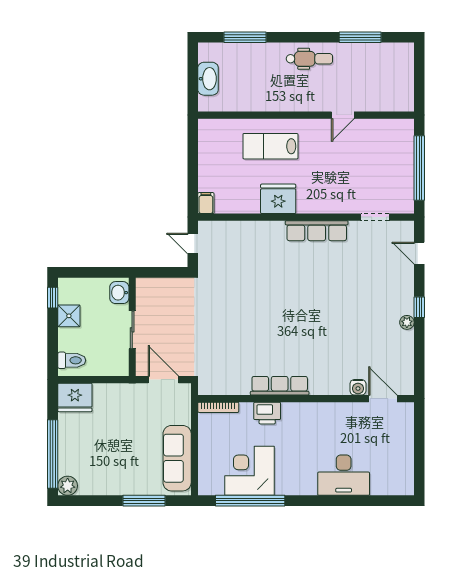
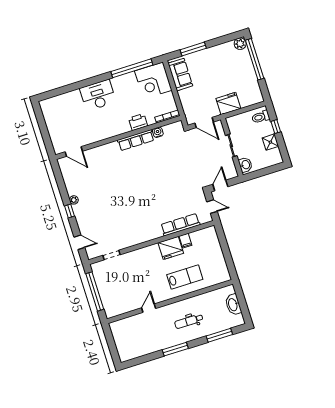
window: (360, 37) -> (175, 349), moved
dental chair: (309, 59) -> (189, 321), moved
filing cabinet: (206, 203) -> (185, 241), moved
row of seats: (317, 231) -> (180, 225), moved
door: (169, 272) -> (220, 185), added
window: (53, 298) -> (276, 127), moved
water cooler: (358, 387) -> (158, 132), moved
fridge: (75, 397) -> (228, 104), moved
sofa: (177, 458) -> (180, 75), width x0.73
corner desk: (249, 471) -> (153, 81), moved, turned 90
desk: (344, 475) -> (98, 95), moved

